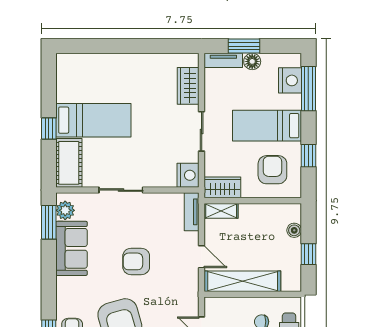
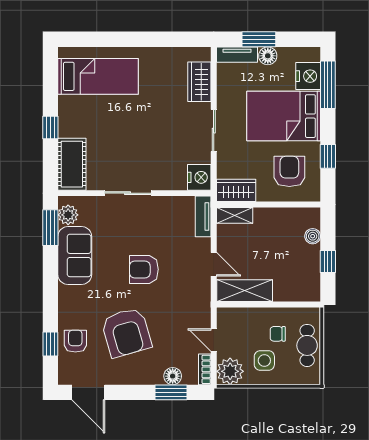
bed: (93, 120) -> (98, 76), moved
bed: (267, 126) -> (284, 116), width x1.50
shelving: (243, 281) -> (245, 291), width x0.68

